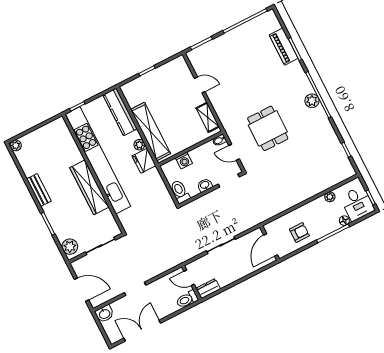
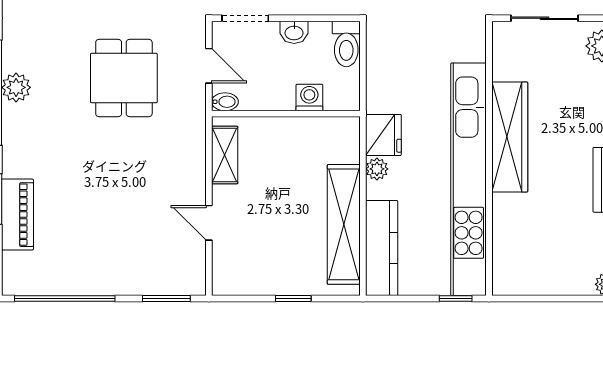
shelving: (151, 132) -> (344, 224), moved

